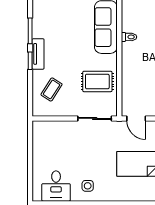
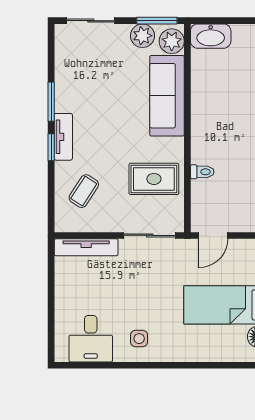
toilet: (129, 37) -> (202, 172), moved
door: (136, 118) -> (213, 235), hinge flipped
tv unit: (53, 126) -> (86, 247), added

